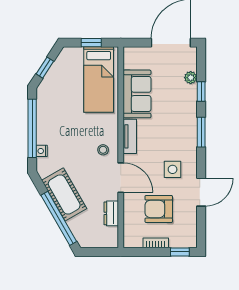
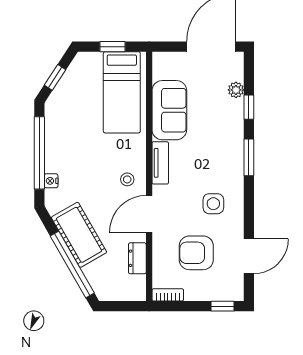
door: (121, 178) -> (149, 214), swing flipped
door: (201, 192) -> (249, 256), moved
bookcase: (156, 243) -> (168, 295), moved

